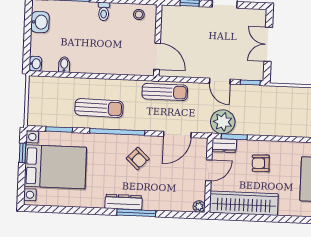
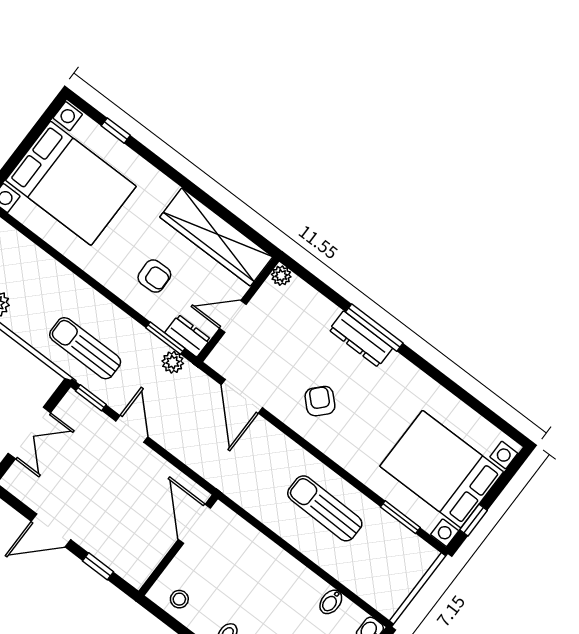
sun lounger: (165, 92) -> (85, 348), moved
plant: (223, 122) -> (173, 362), width x0.53, depth x0.53
window: (117, 132) -> (322, 458), removed
door: (177, 134) -> (242, 396), swing flipped
dresser: (124, 202) -> (361, 339), moved

